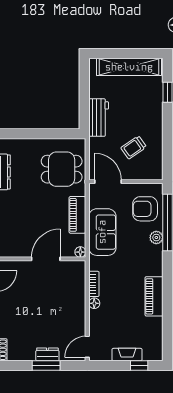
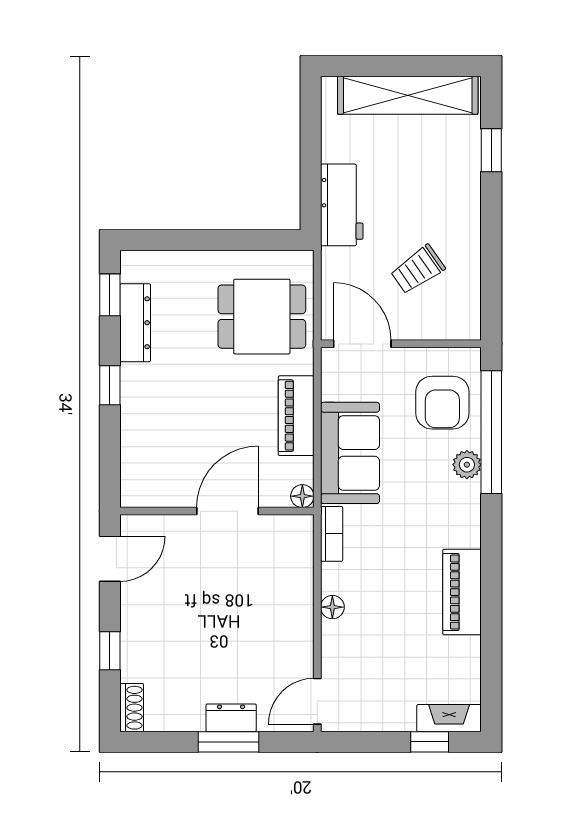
armchair: (145, 209) -> (442, 403), turned -90
bookcase: (94, 284) -> (332, 534), moved
fireplace: (127, 355) -> (449, 718), moved

